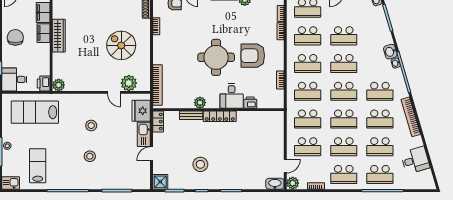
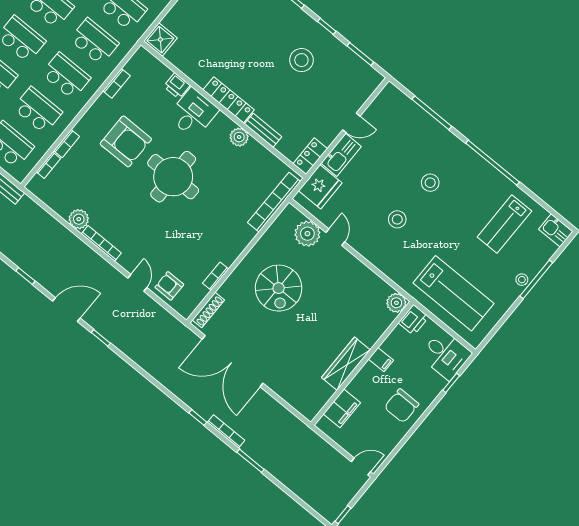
filing cabinet: (44, 33) -> (381, 360), moved, width x0.50
shower: (160, 182) -> (160, 40), moved

